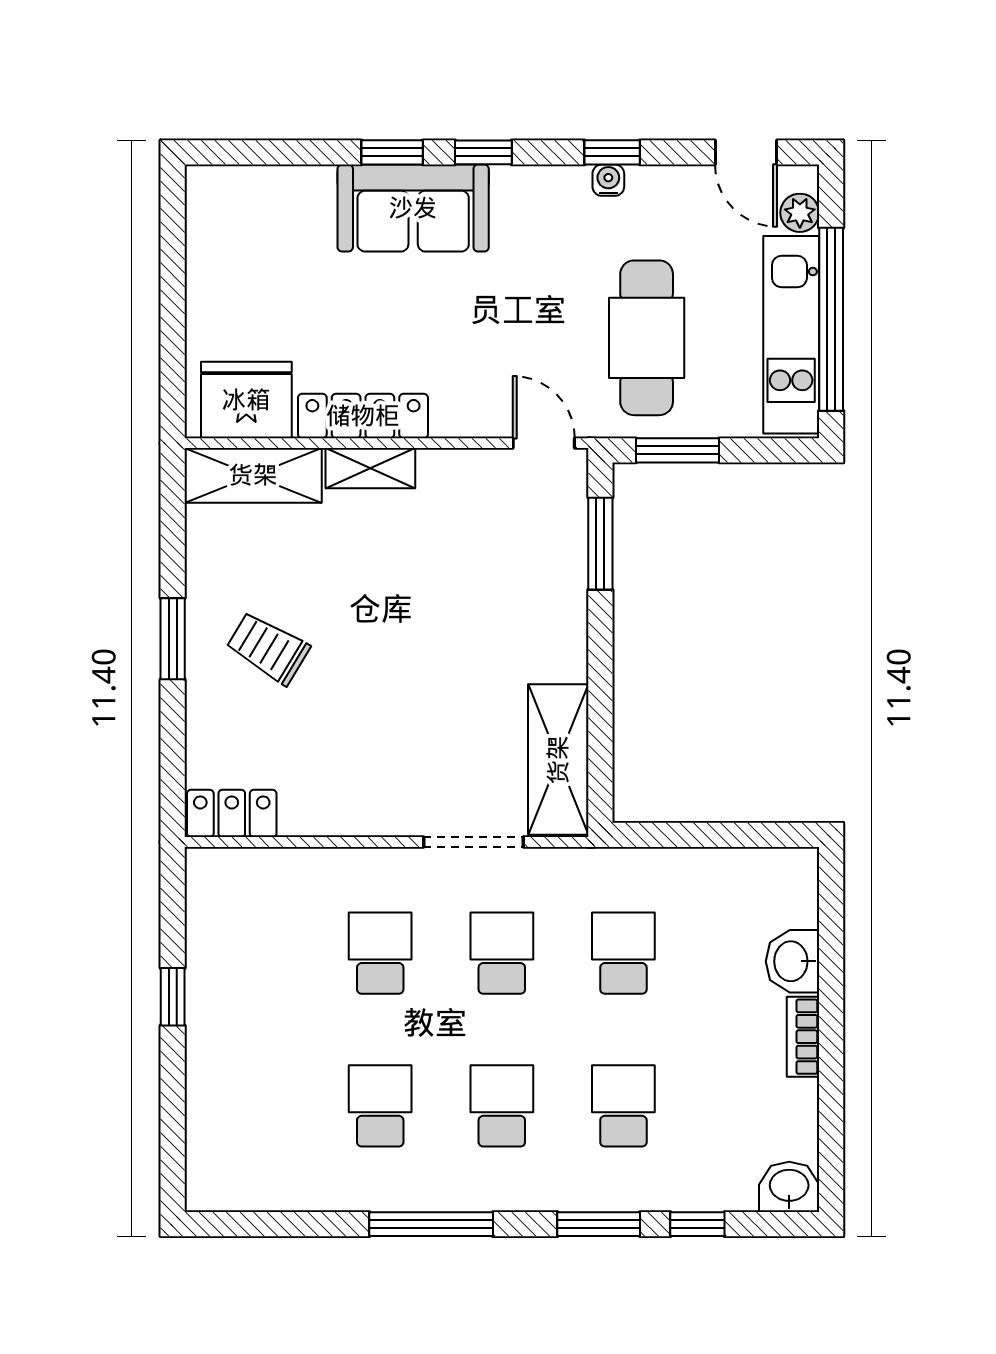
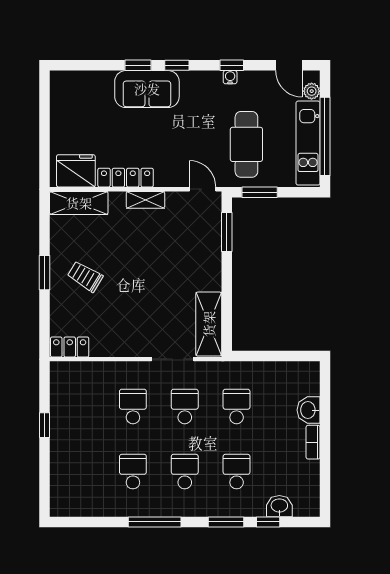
shelving: (370, 468) -> (145, 200), moved
washbasin: (789, 1187) -> (279, 506), moved

